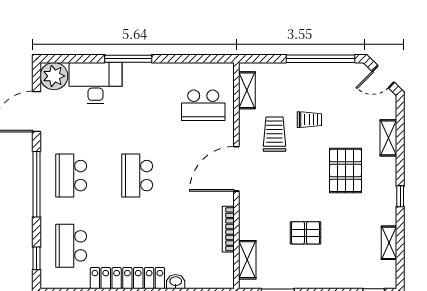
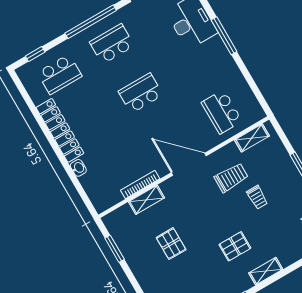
shelving: (388, 138) -> (266, 271), moved
pallet: (345, 170) -> (235, 246), width x0.67, depth x0.71
school desk: (71, 246) -> (60, 74), turned 180
shelving: (247, 260) -> (146, 200), moved

